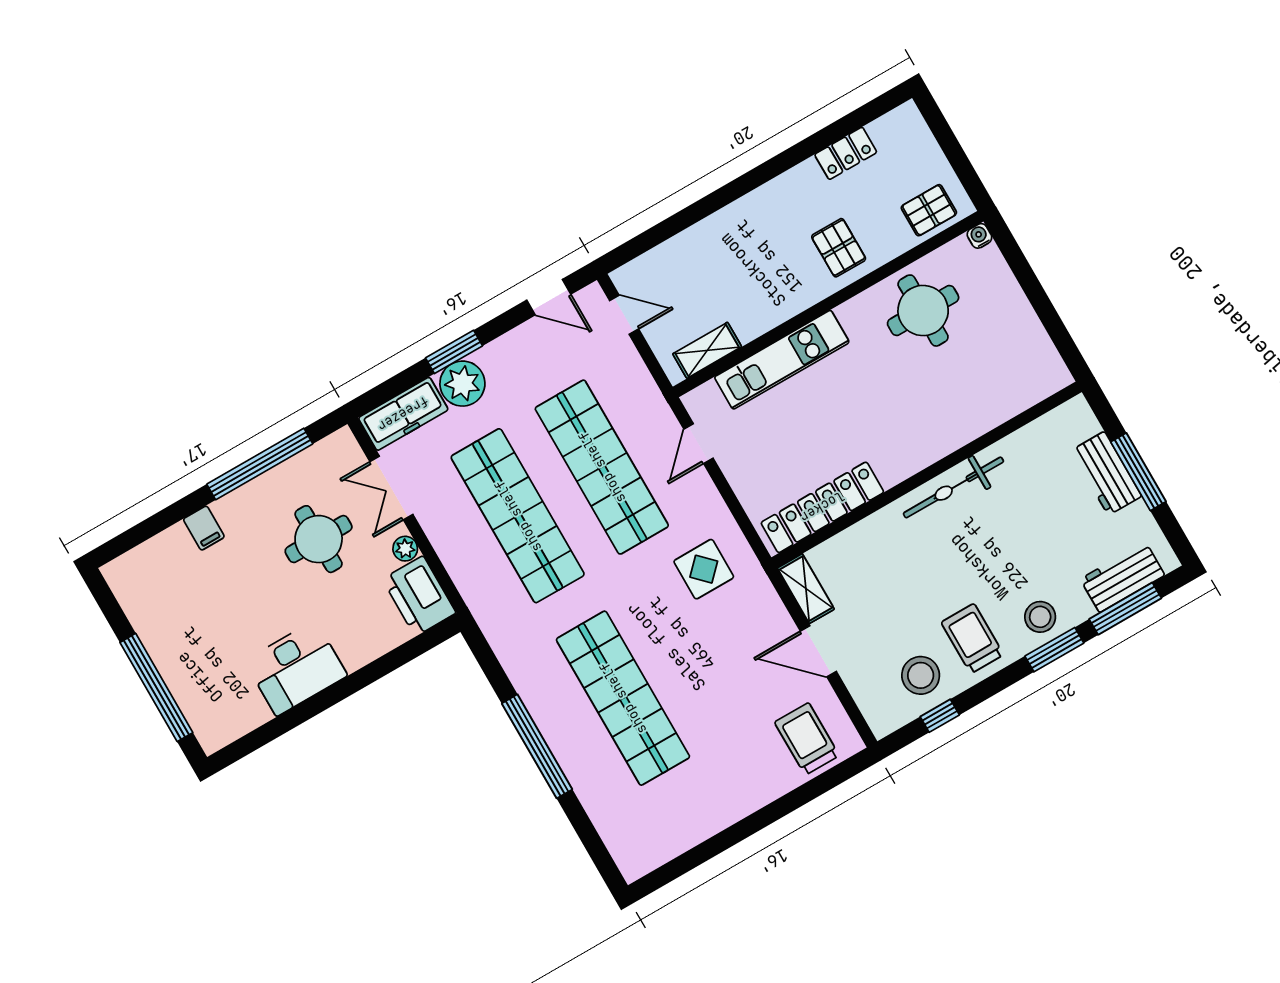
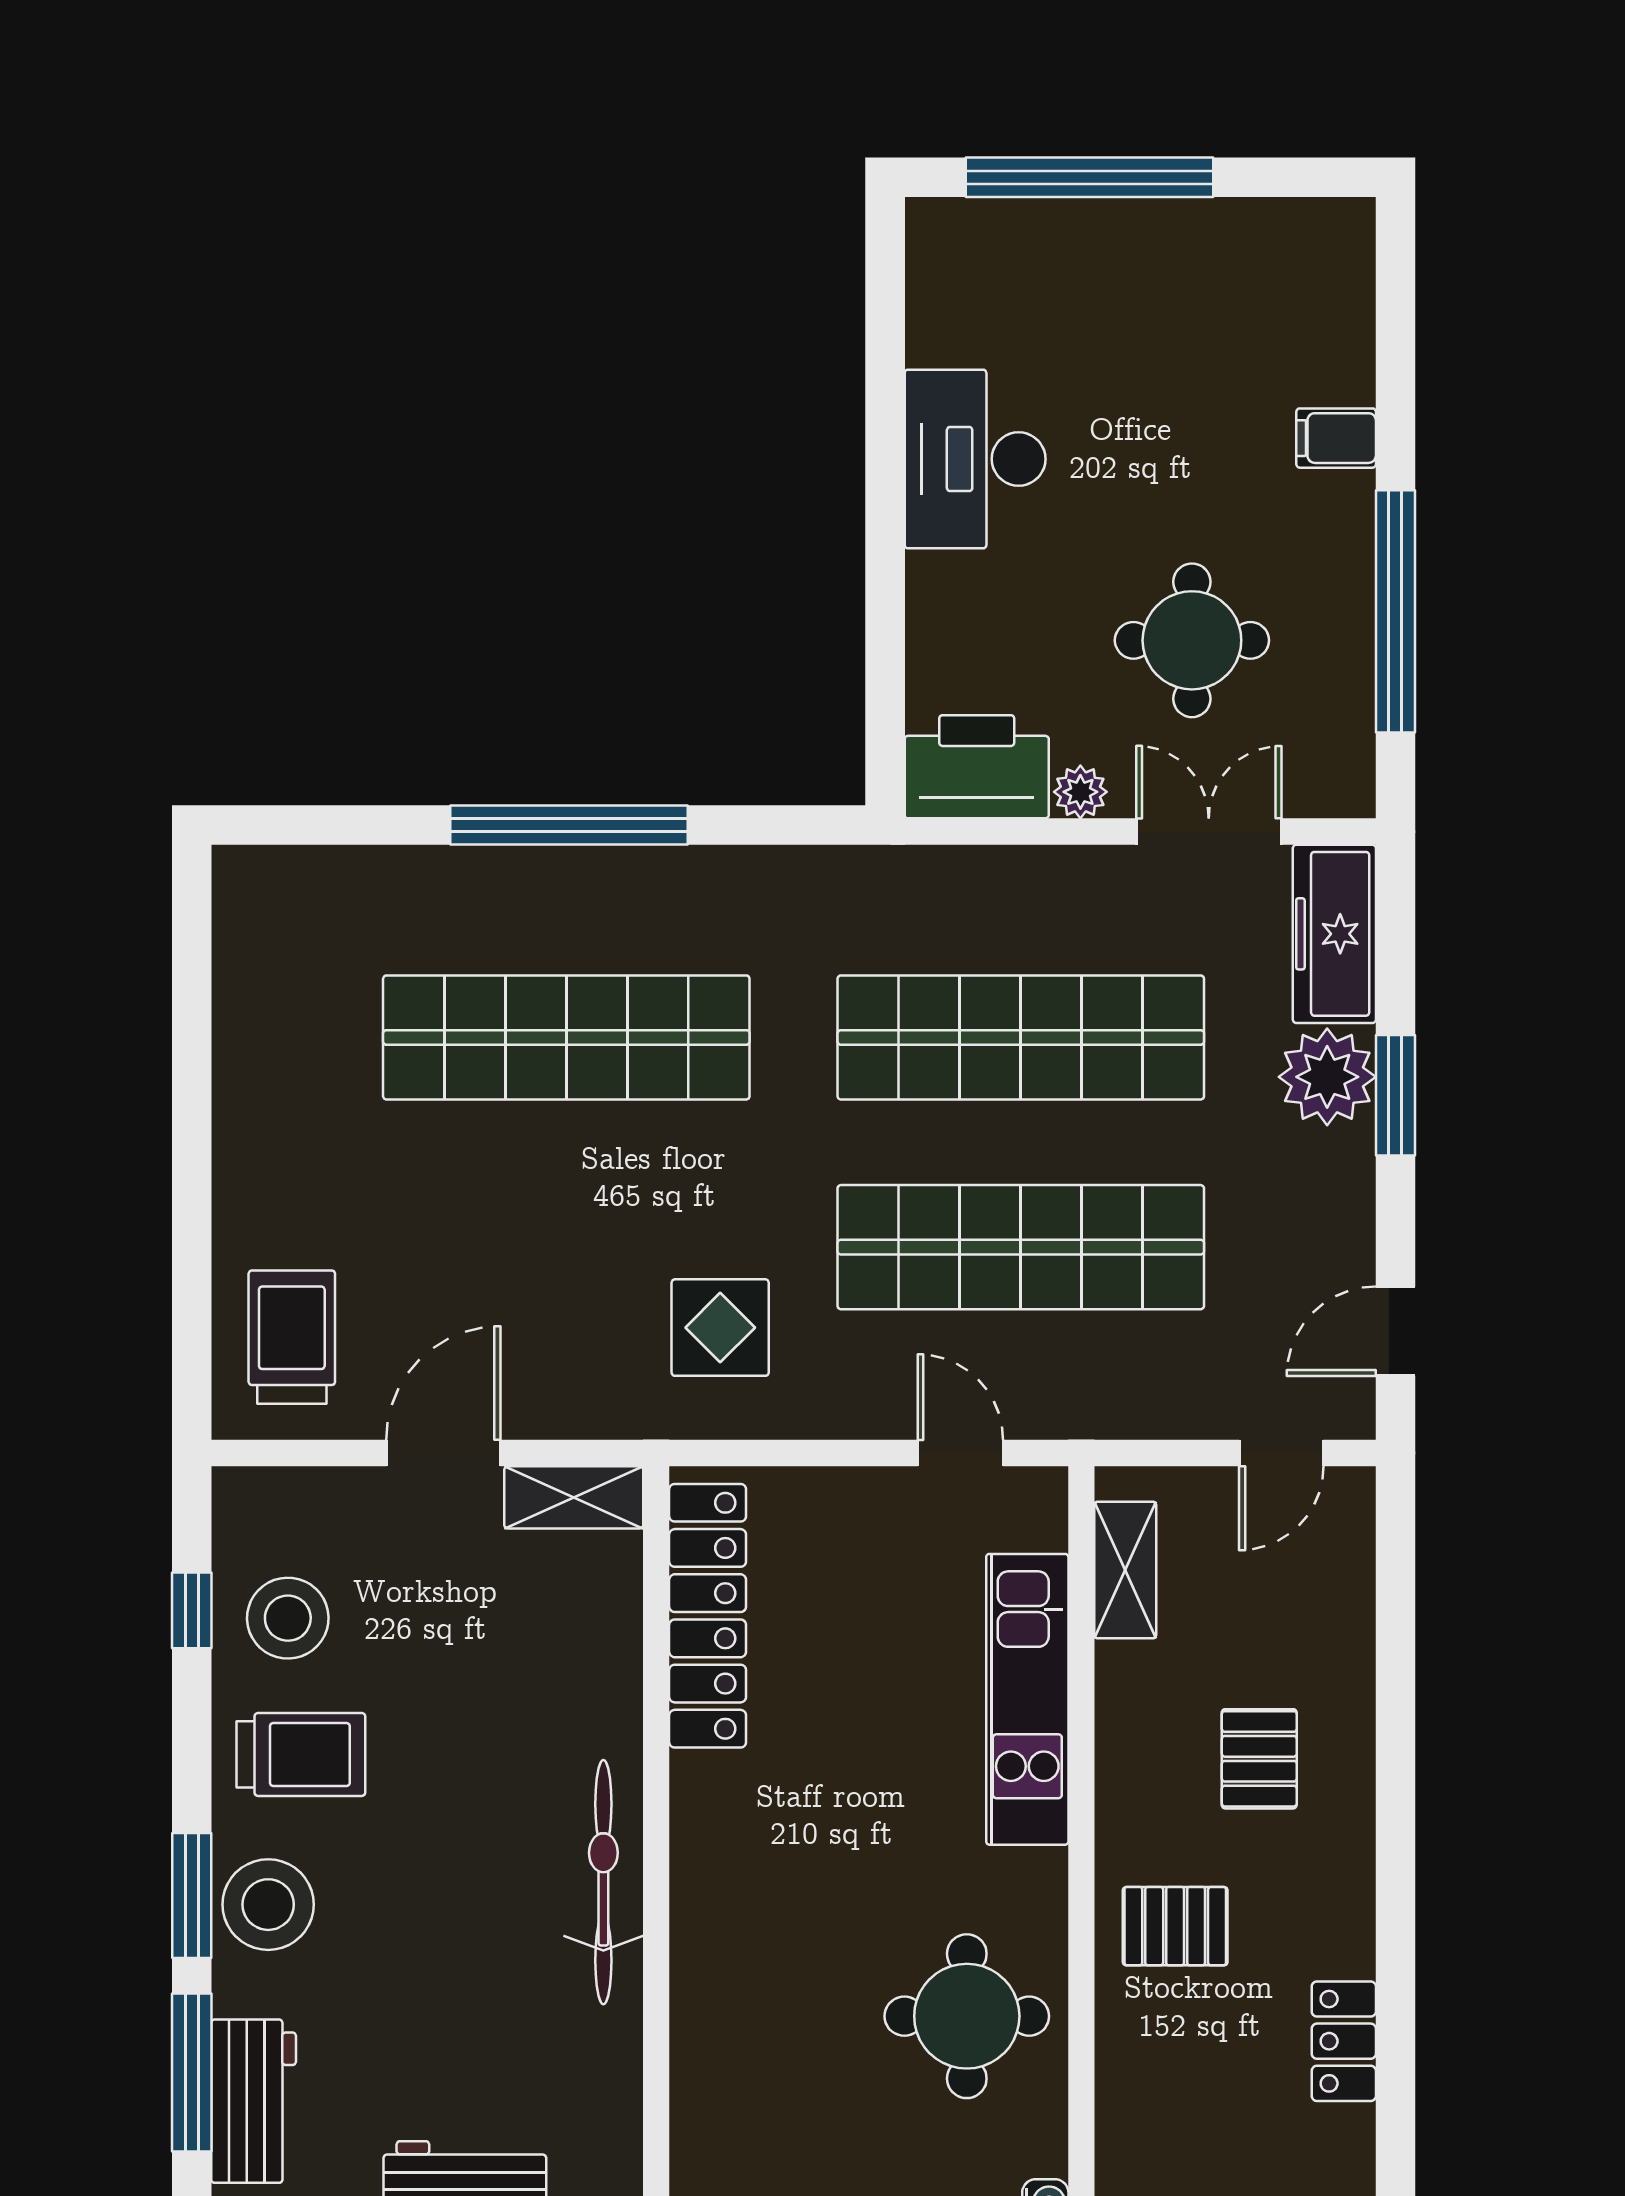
pallet: (929, 210) -> (1259, 1759), moved
stool: (1040, 617) -> (268, 1905), width x1.38, depth x1.38
trolley: (807, 739) -> (292, 1337), turned -90

